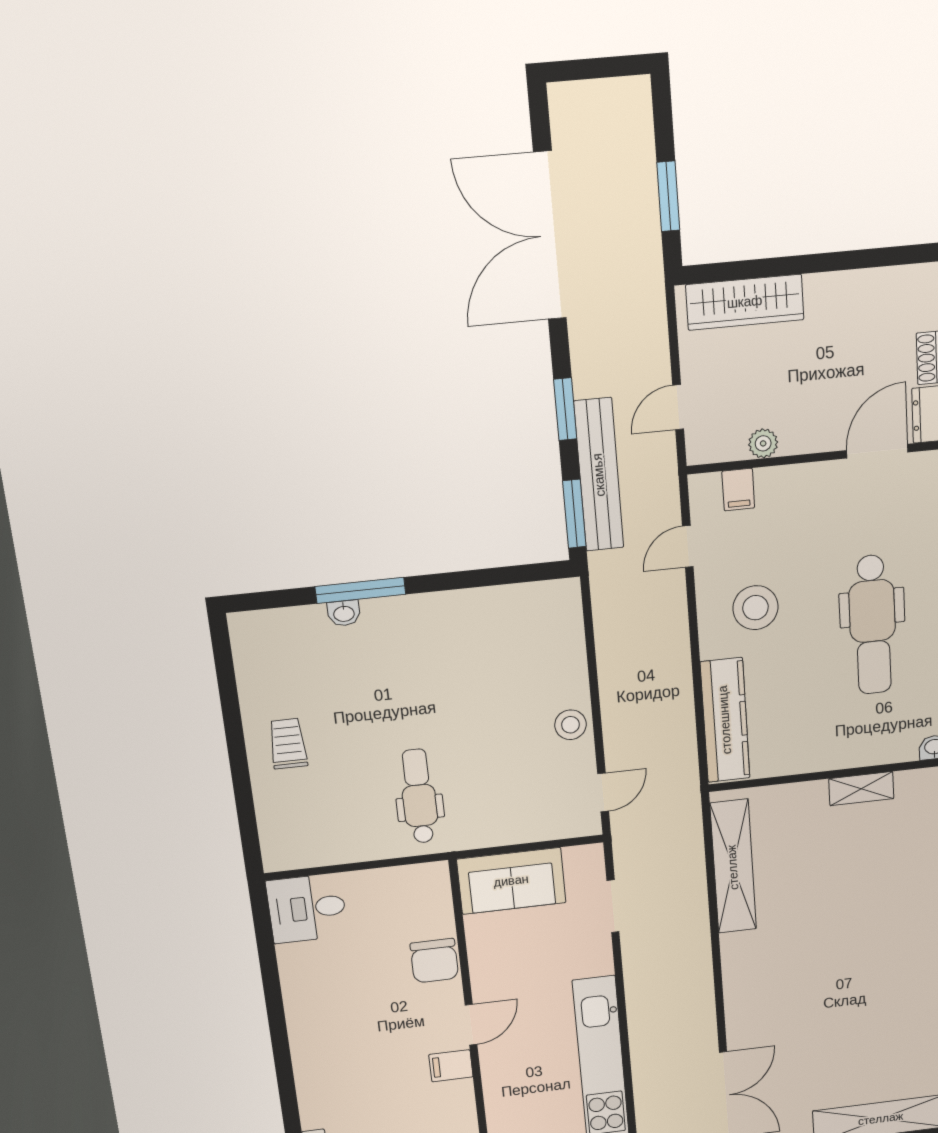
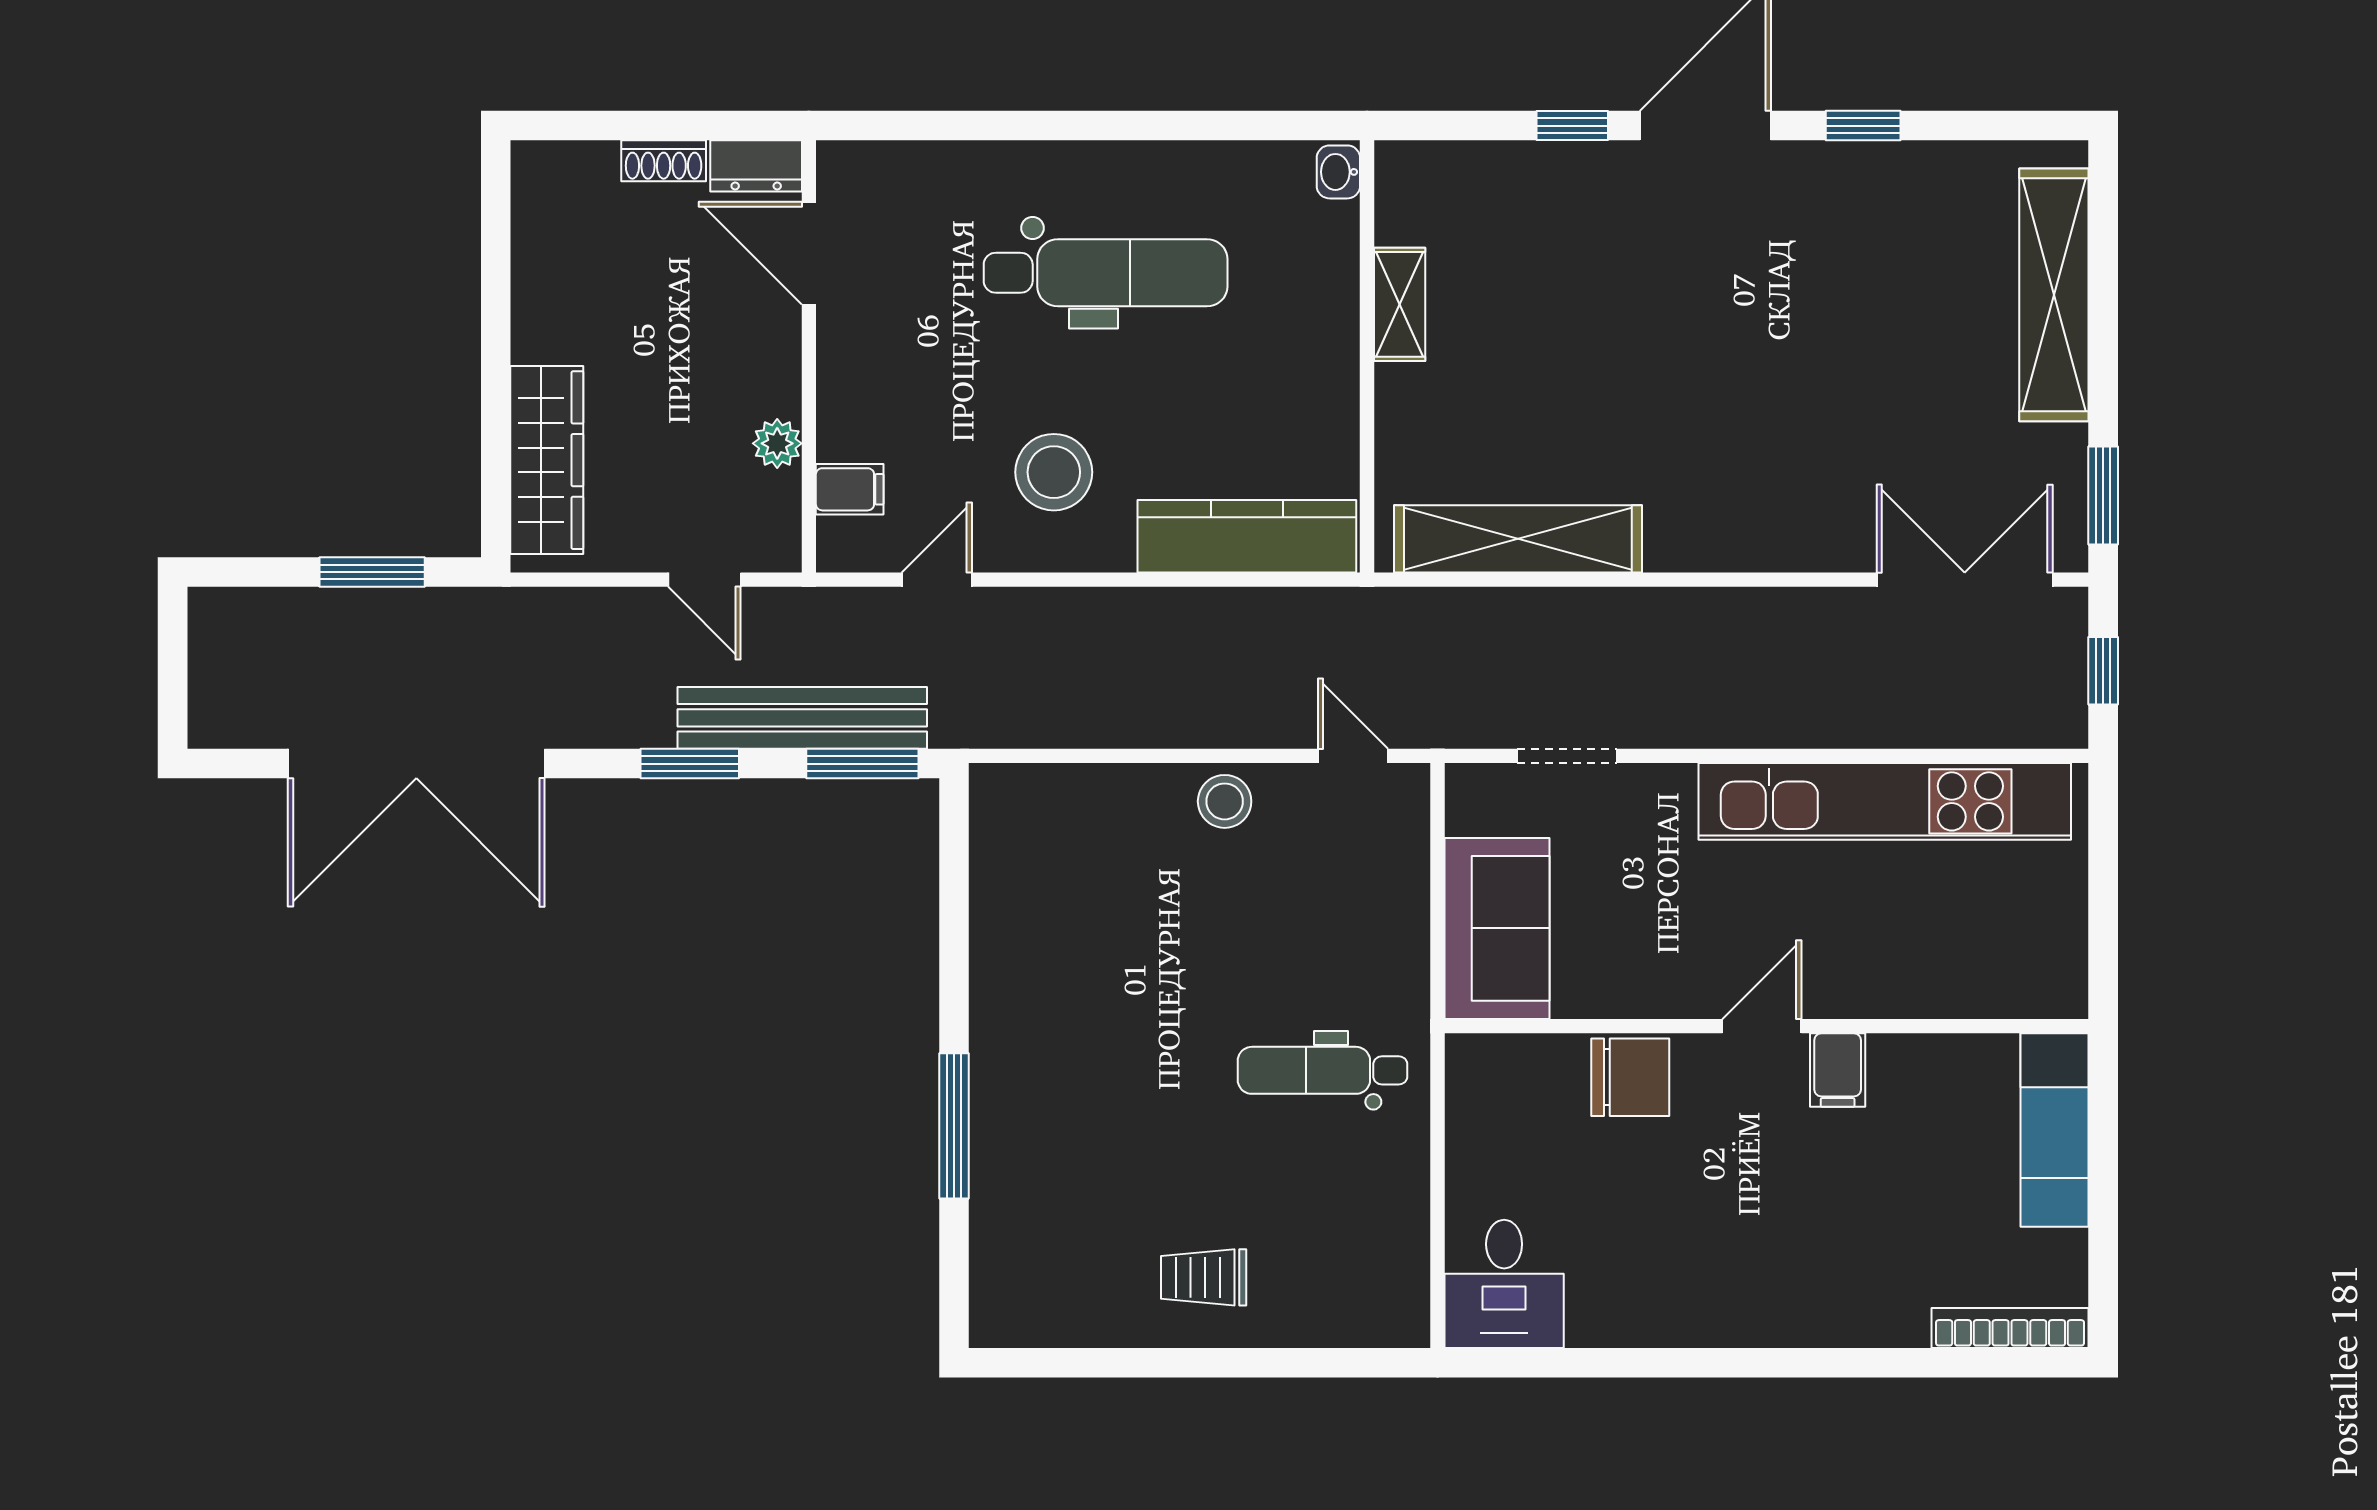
door: (688, 546) -> (937, 580), swing flipped
washbasin: (344, 613) -> (990, 1157), removed
door: (471, 1025) -> (1762, 1026), hinge flipped

